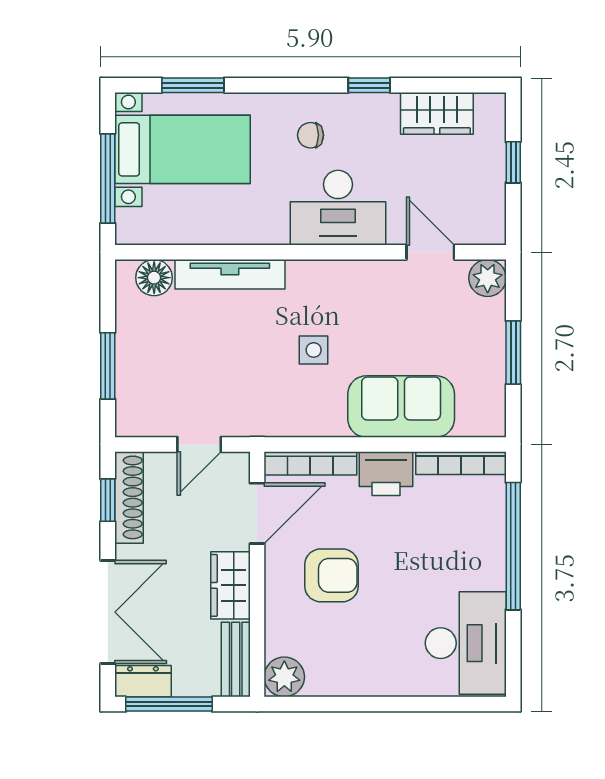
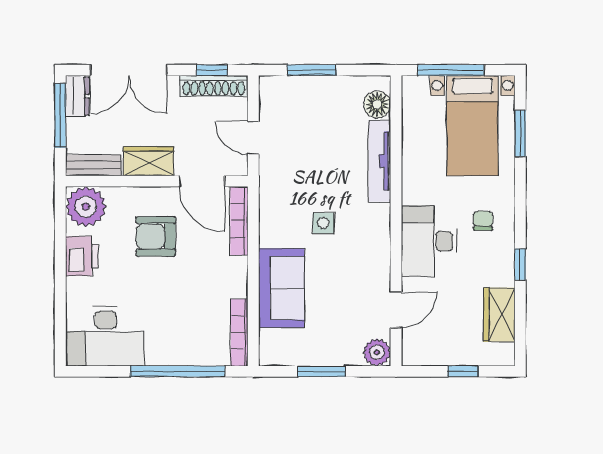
printer: (386, 474) -> (82, 256), moved, turned 180
armchair: (331, 575) -> (156, 236), turned 90
plant: (284, 677) -> (86, 207), width x1.36, depth x1.36

